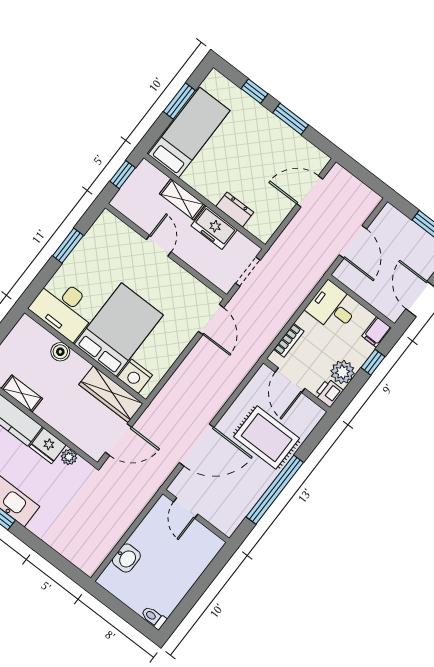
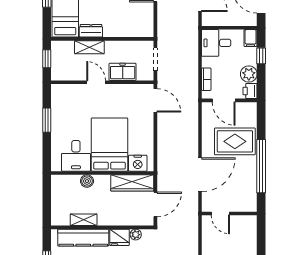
dresser: (235, 209) -> (91, 31), moved
freezer: (214, 228) -> (123, 72), moved, turned 180
desk: (64, 308) -> (76, 156), width x0.73

